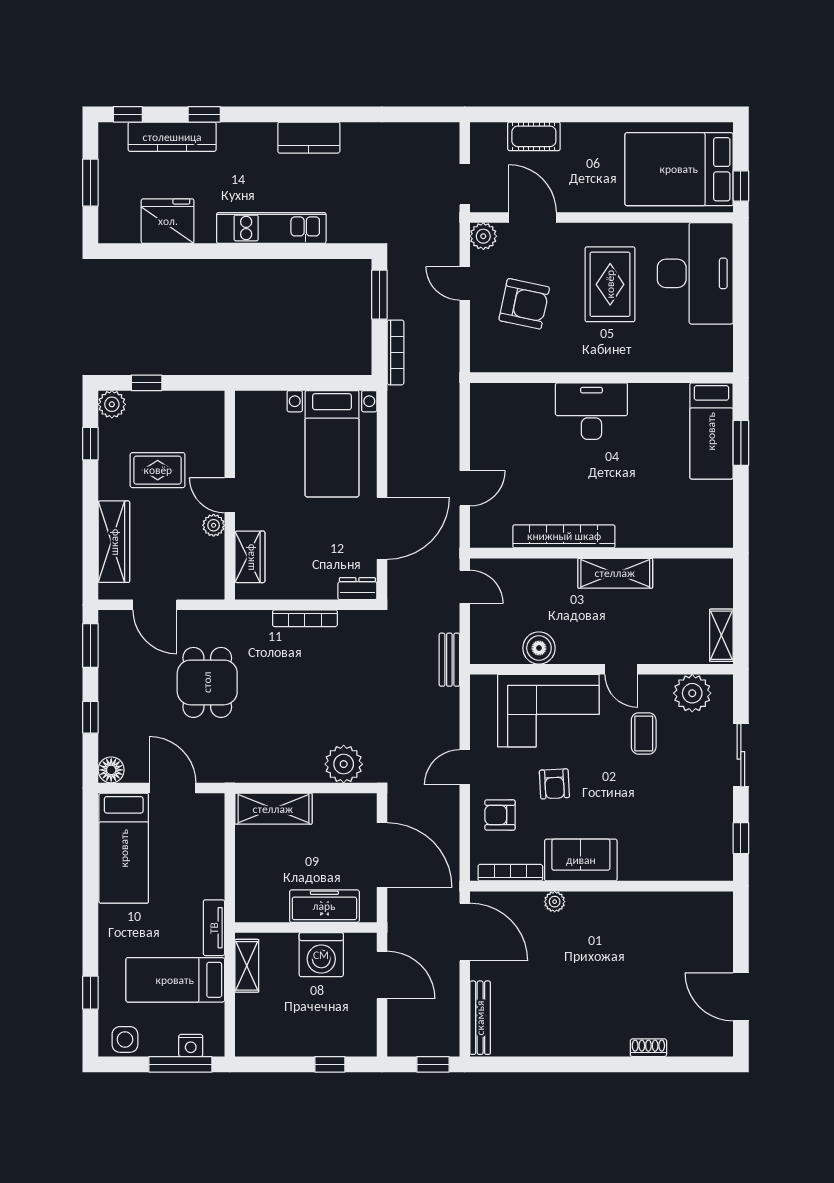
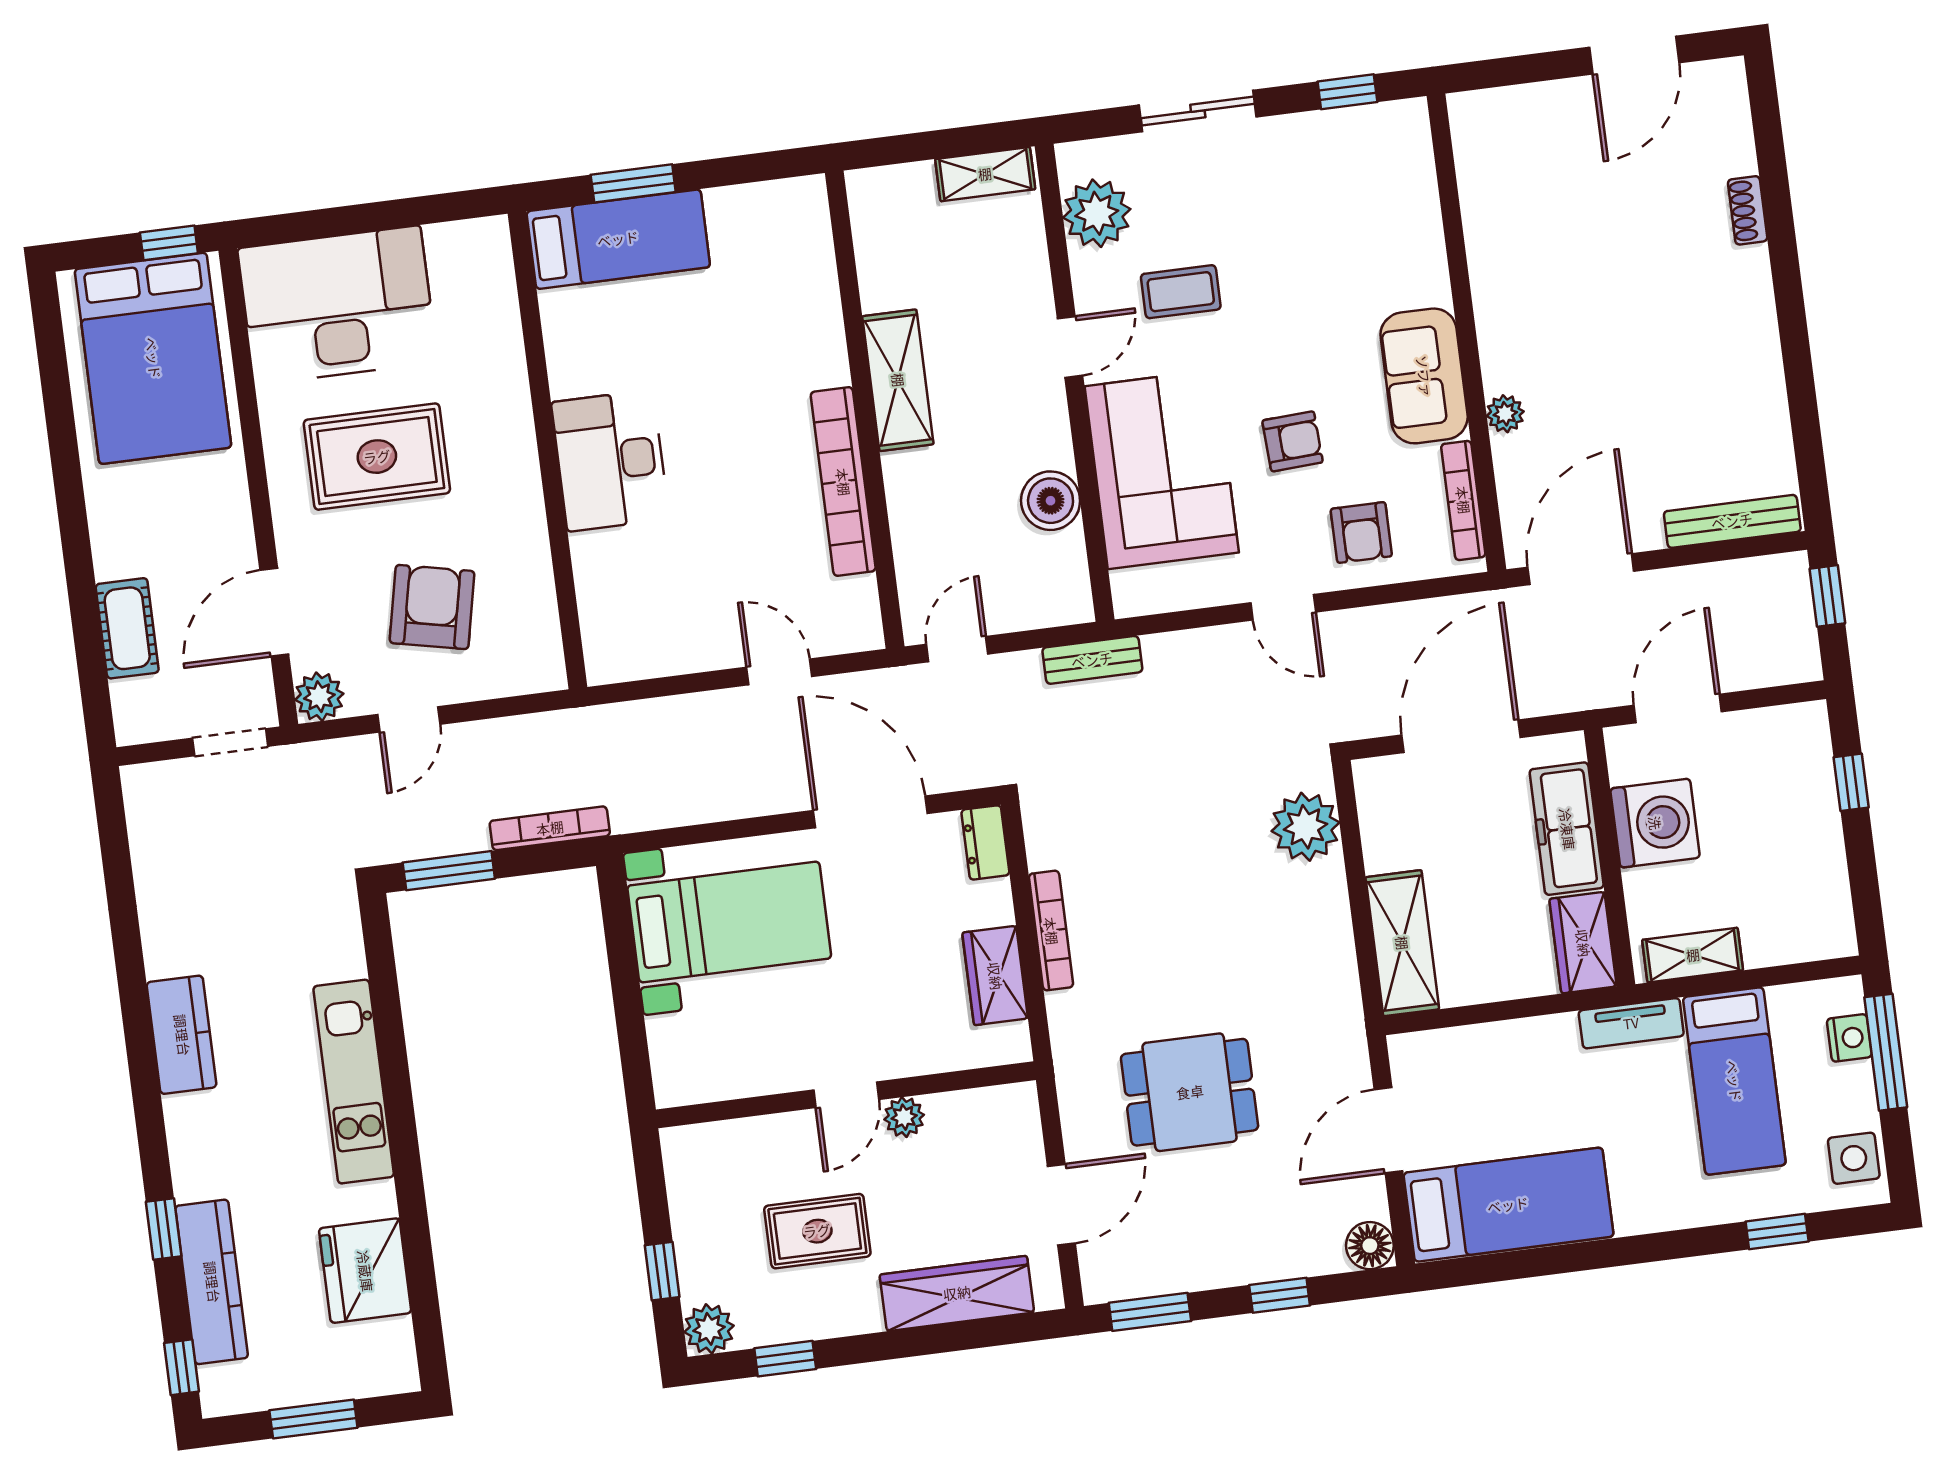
rug: (158, 470) -> (817, 1231), turned 90
wardrobe: (250, 557) -> (995, 976), moved, turned -90
wardrobe: (261, 907) -> (1583, 943), added

